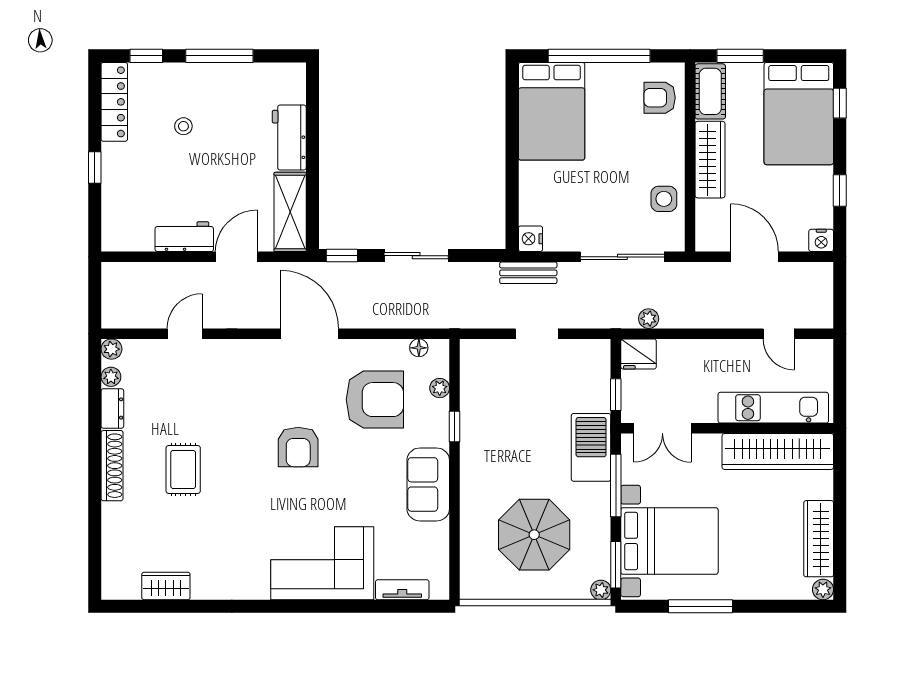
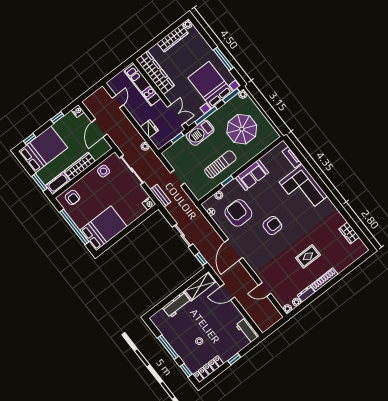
workbench: (184, 237) -> (247, 331), moved
fridge: (639, 354) -> (149, 129), moved
sun lounger: (498, 439) -> (220, 164), added

